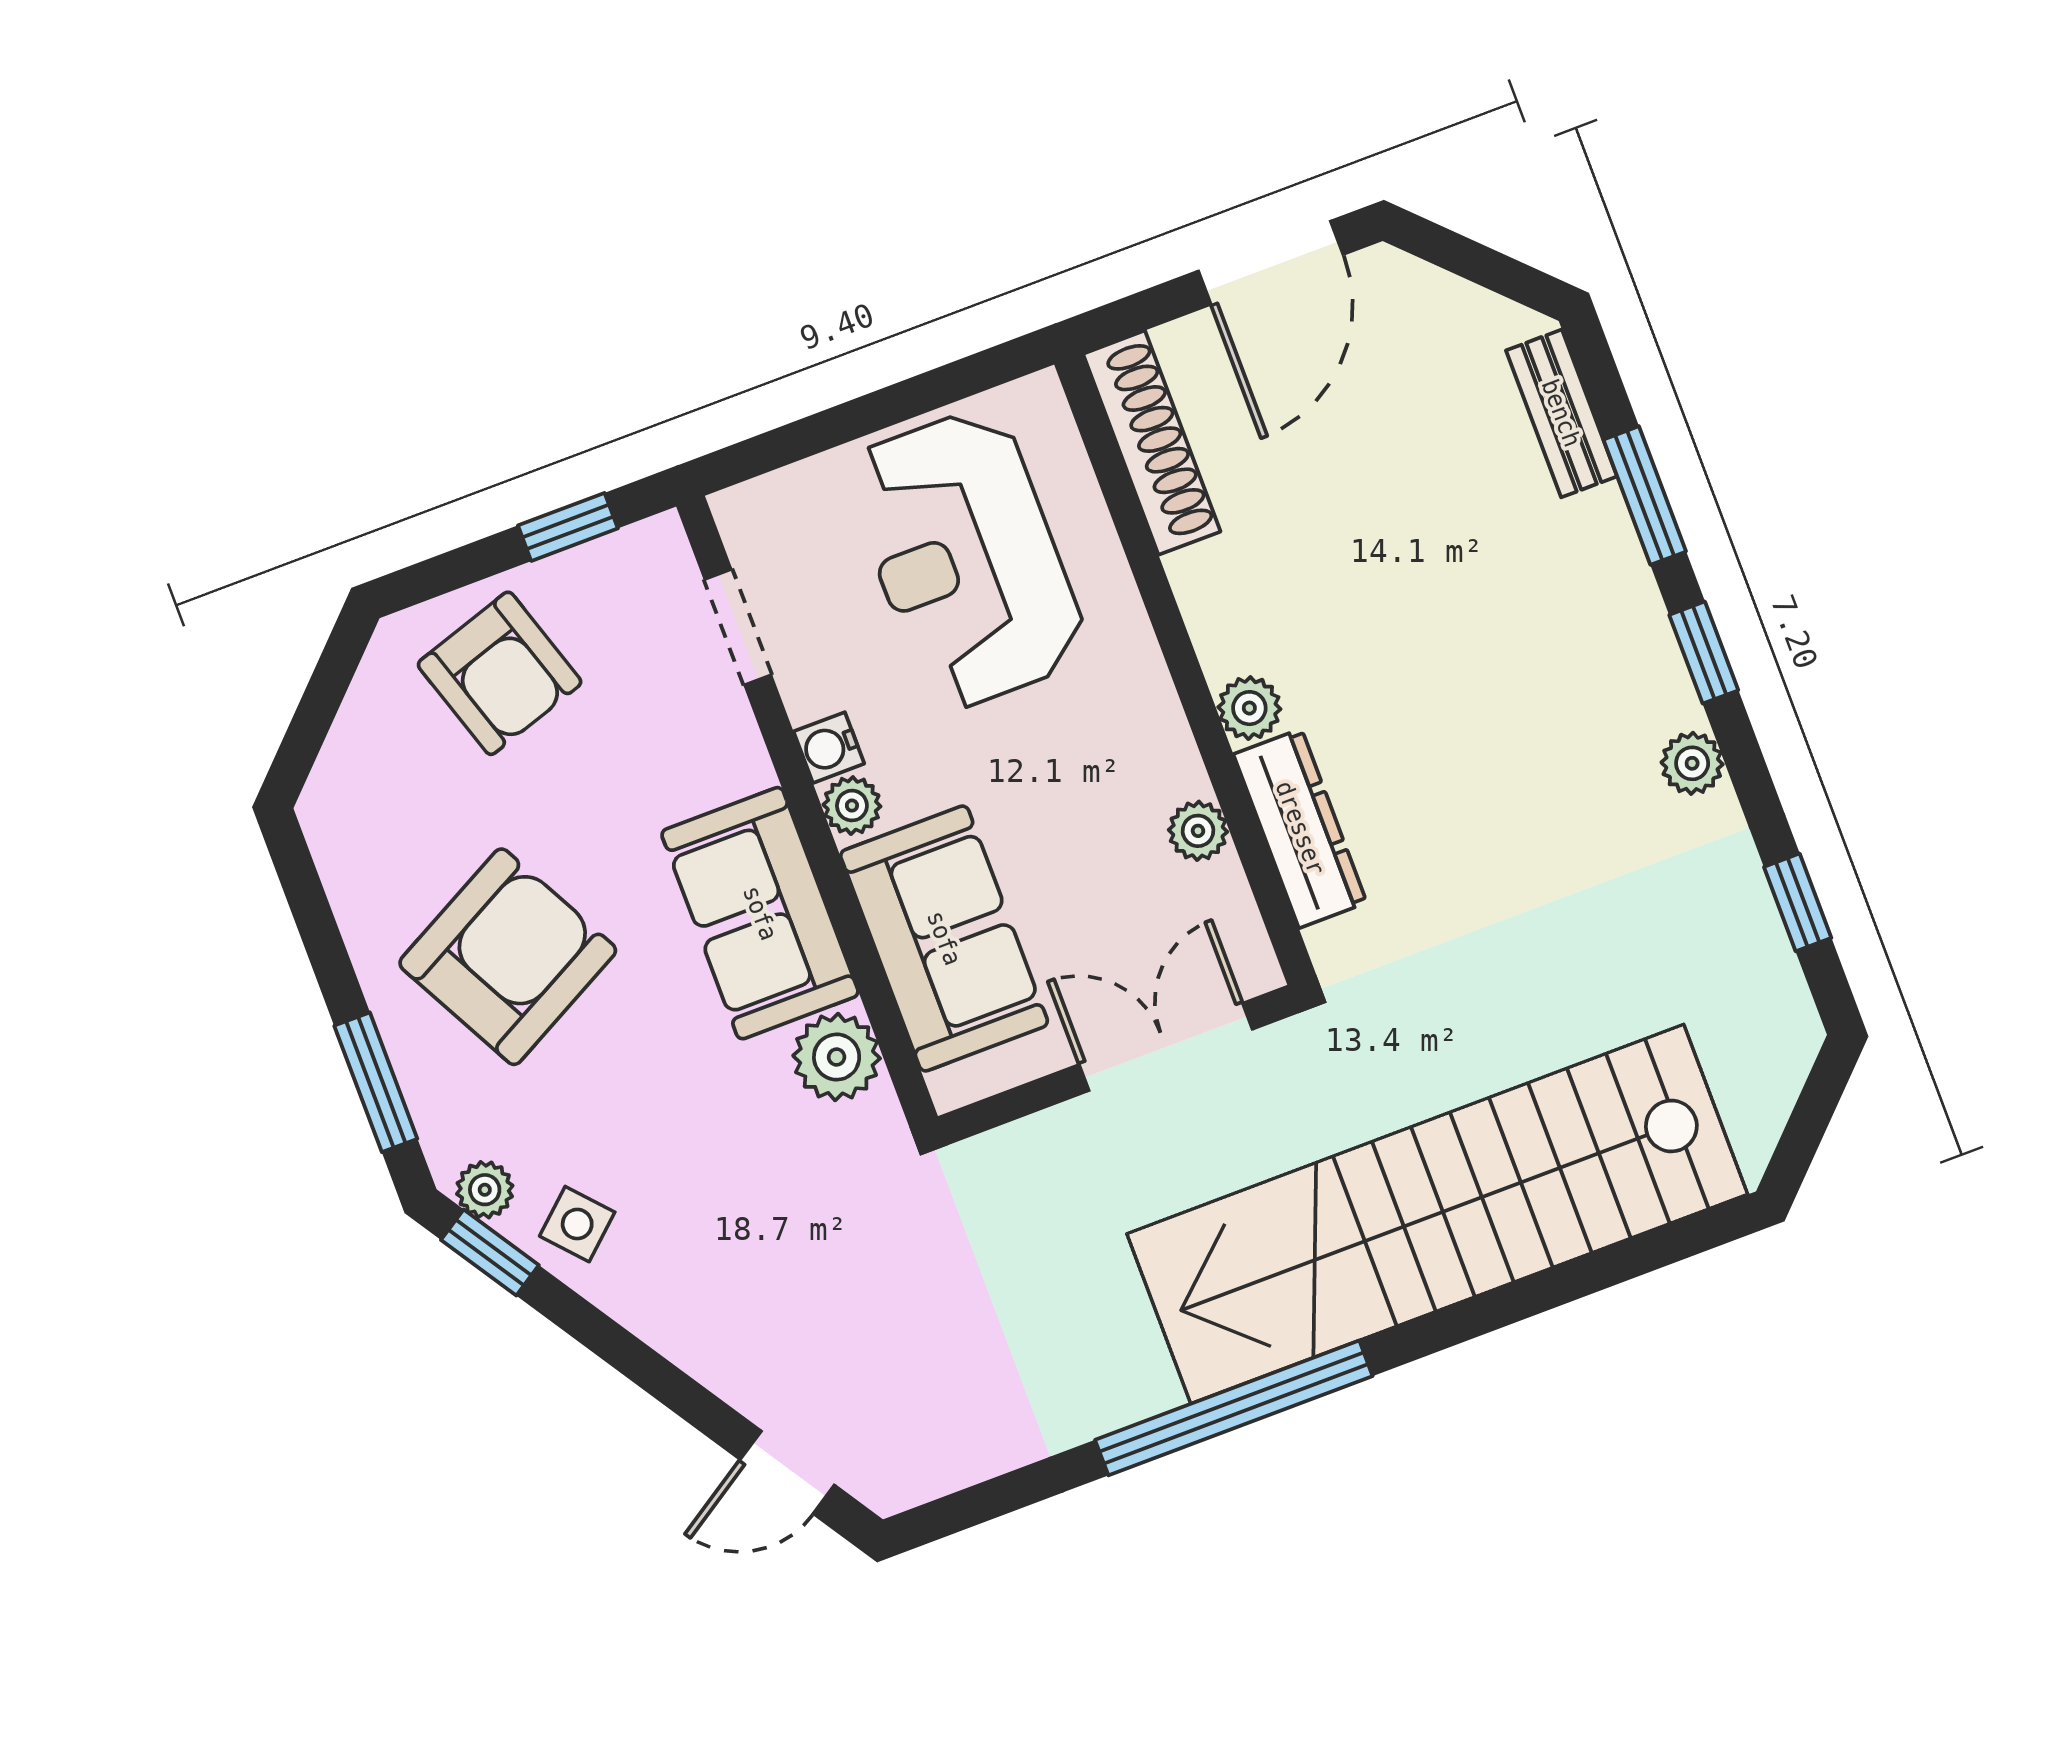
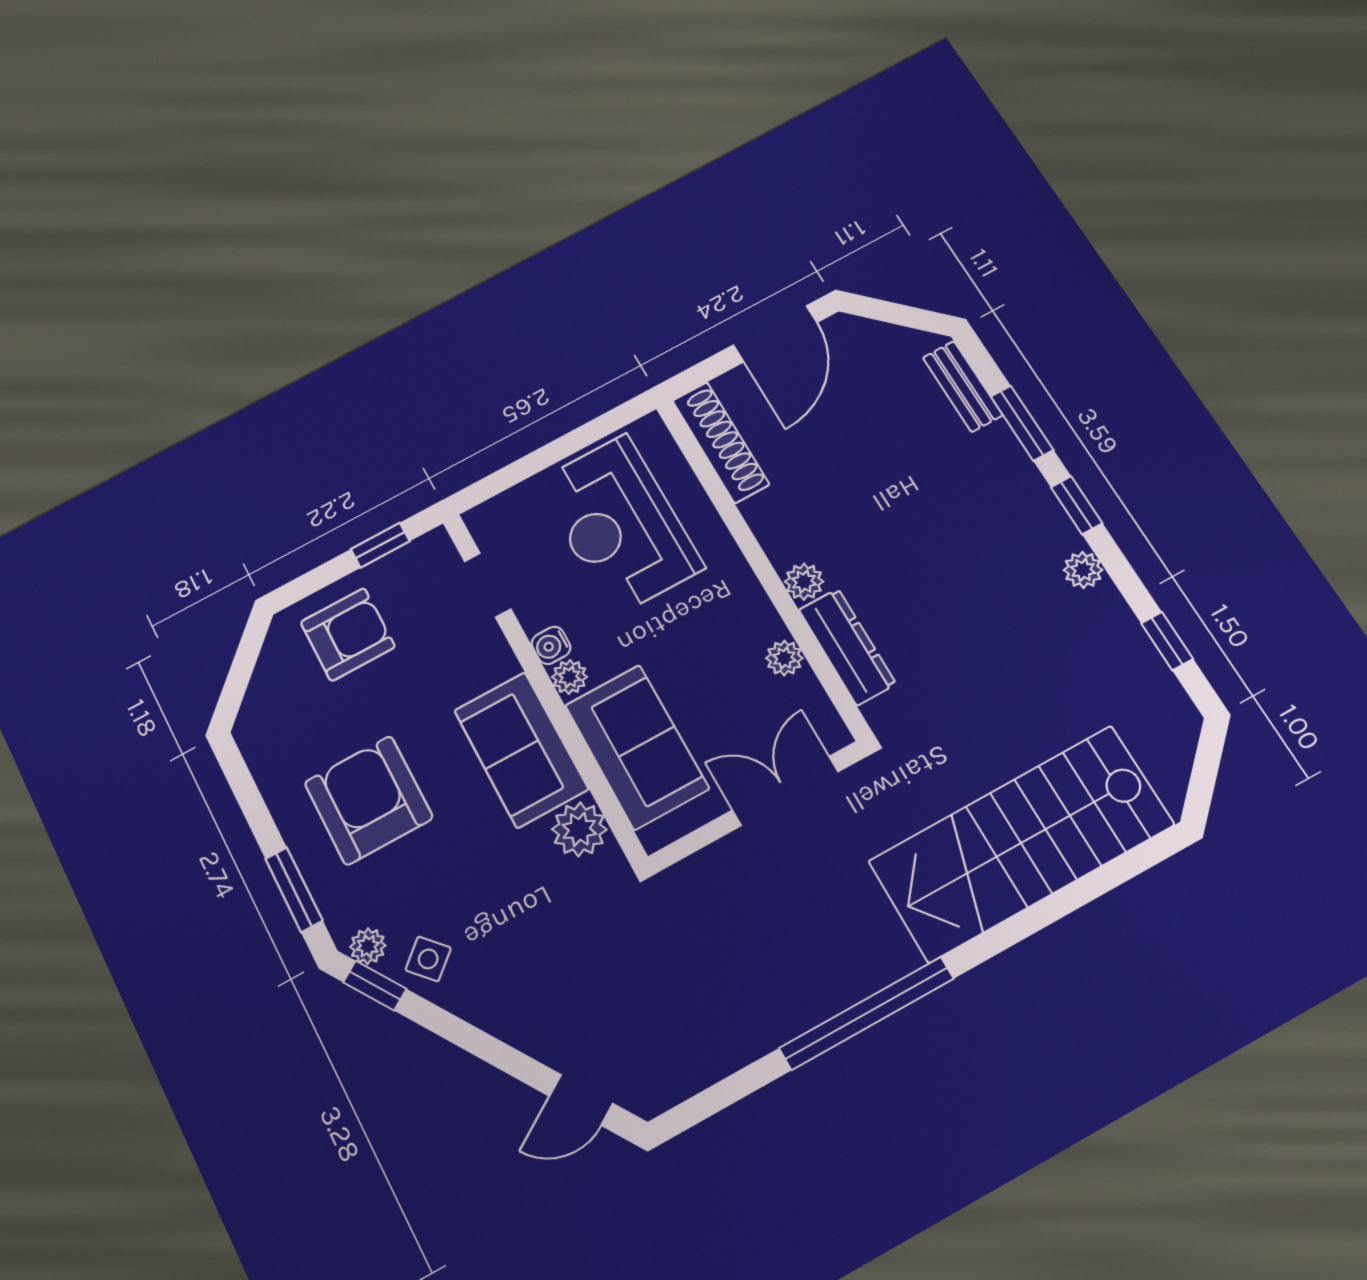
armchair: (500, 673) -> (348, 634), turned -72
armchair: (508, 957) -> (368, 800), turned -62
stairs: (1437, 1214) -> (1021, 843), width x0.73

